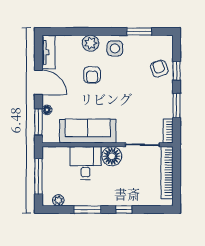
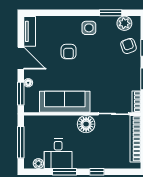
plant: (91, 43) -> (124, 23), moved
desk: (85, 163) -> (58, 154), moved, turned 180

